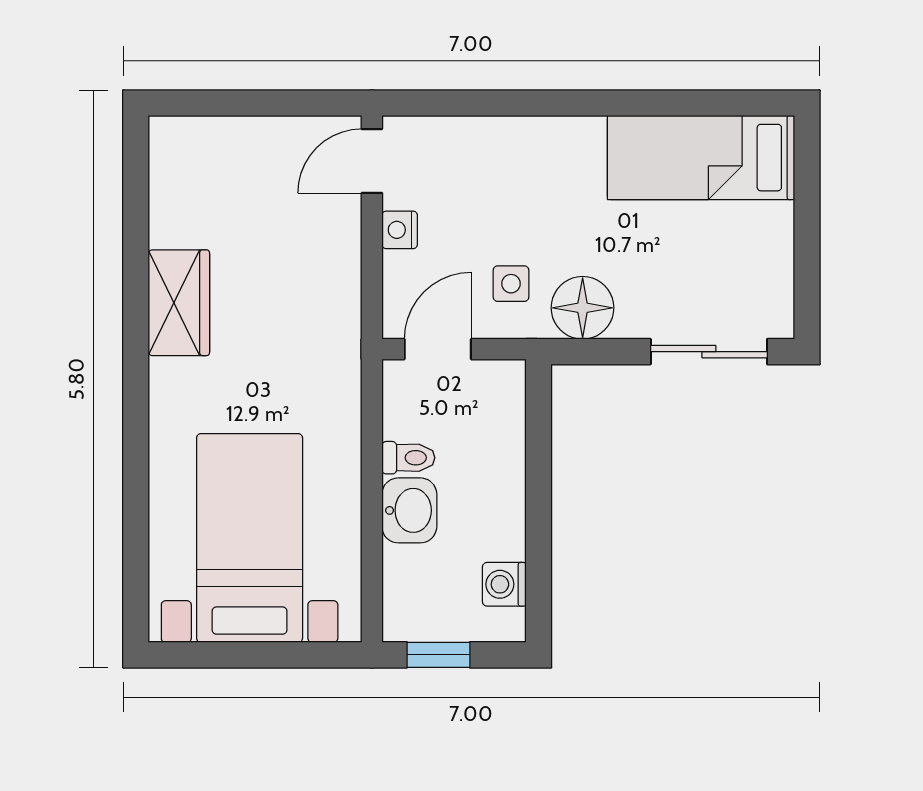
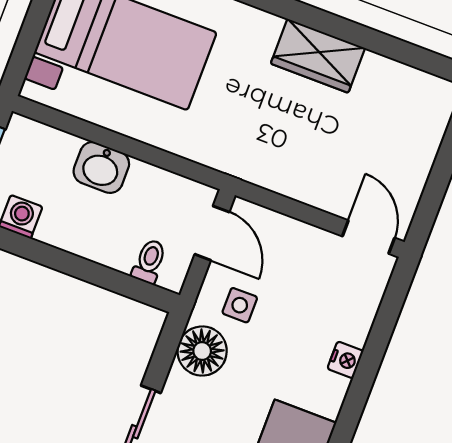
nightstand: (400, 230) -> (345, 360), moved, turned 90
toilet: (408, 458) -> (149, 261), moved, turned 180

